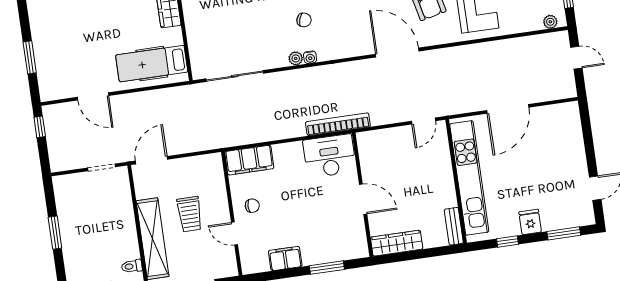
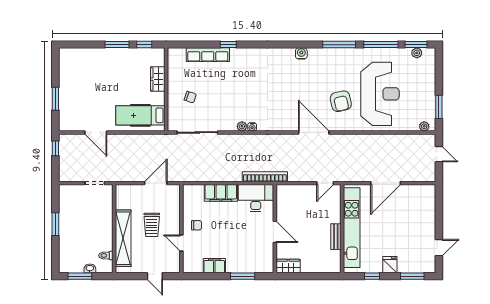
chair: (304, 20) -> (190, 97), moved
door: (151, 160) -> (156, 183), moved
filing cabinet: (249, 160) -> (221, 193), moved
bench: (454, 226) -> (336, 237), moved
wardrobe: (397, 243) -> (288, 266), width x0.67

